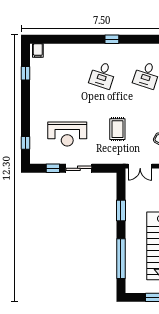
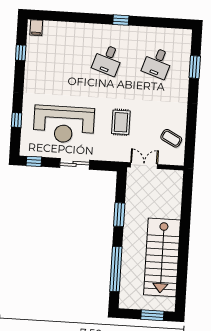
reception desk: (67, 134) -> (64, 124), width x1.36, depth x1.30
window: (25, 143) -> (17, 120), moved
double door: (140, 166) -> (144, 166), swing flipped
window: (53, 168) -> (34, 161), moved

